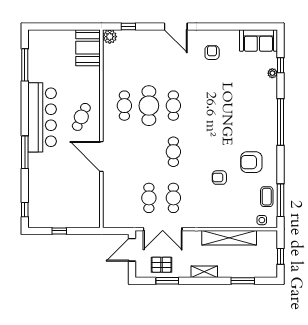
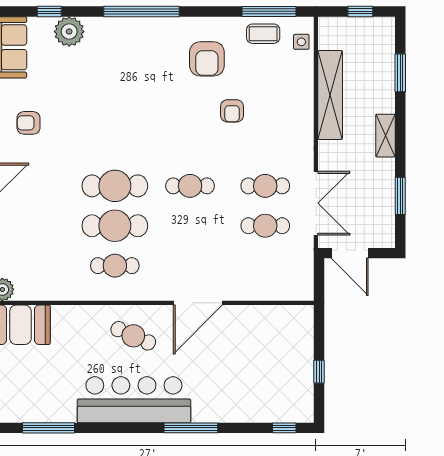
plant: (272, 73) -> (69, 32), width x1.88, depth x1.88
cafe table: (173, 106) -> (115, 186), width x1.37, depth x1.35
pallet: (161, 265) -> (374, 205), removed

